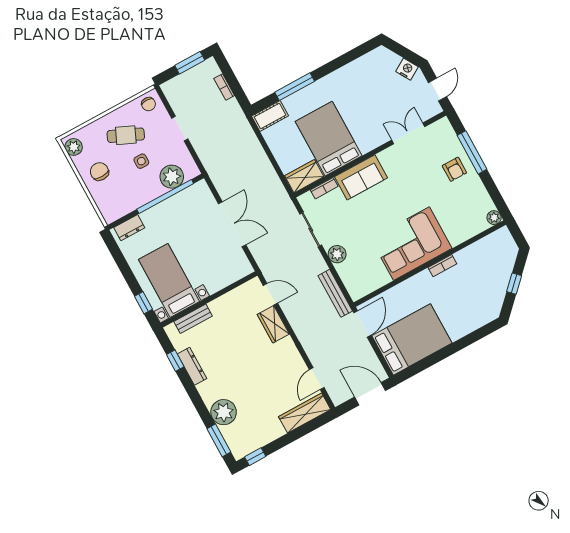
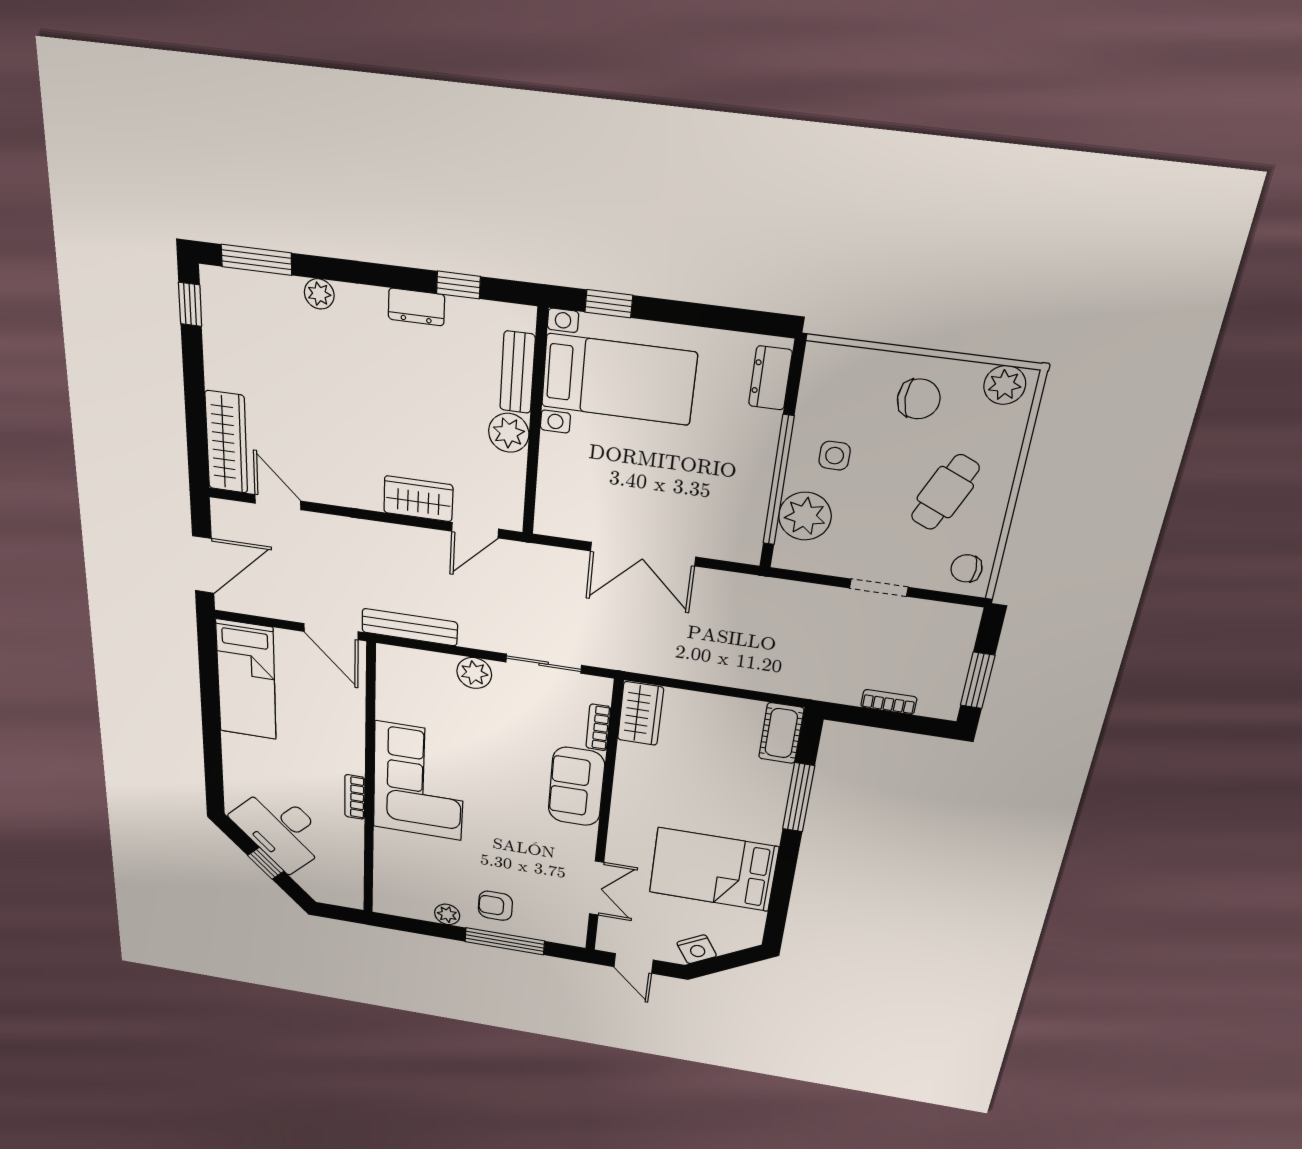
bed: (329, 139) -> (713, 870), moved, turned 180
side table: (141, 161) -> (835, 456), moved
plant: (494, 218) -> (447, 914), moved
desk: (488, 287) -> (281, 830), added
plant: (220, 307) -> (509, 433), added
bed: (412, 339) -> (246, 680), width x0.67
dresser: (192, 366) -> (416, 307), width x0.70
plant: (224, 412) -> (319, 294), width x0.53, depth x0.53

